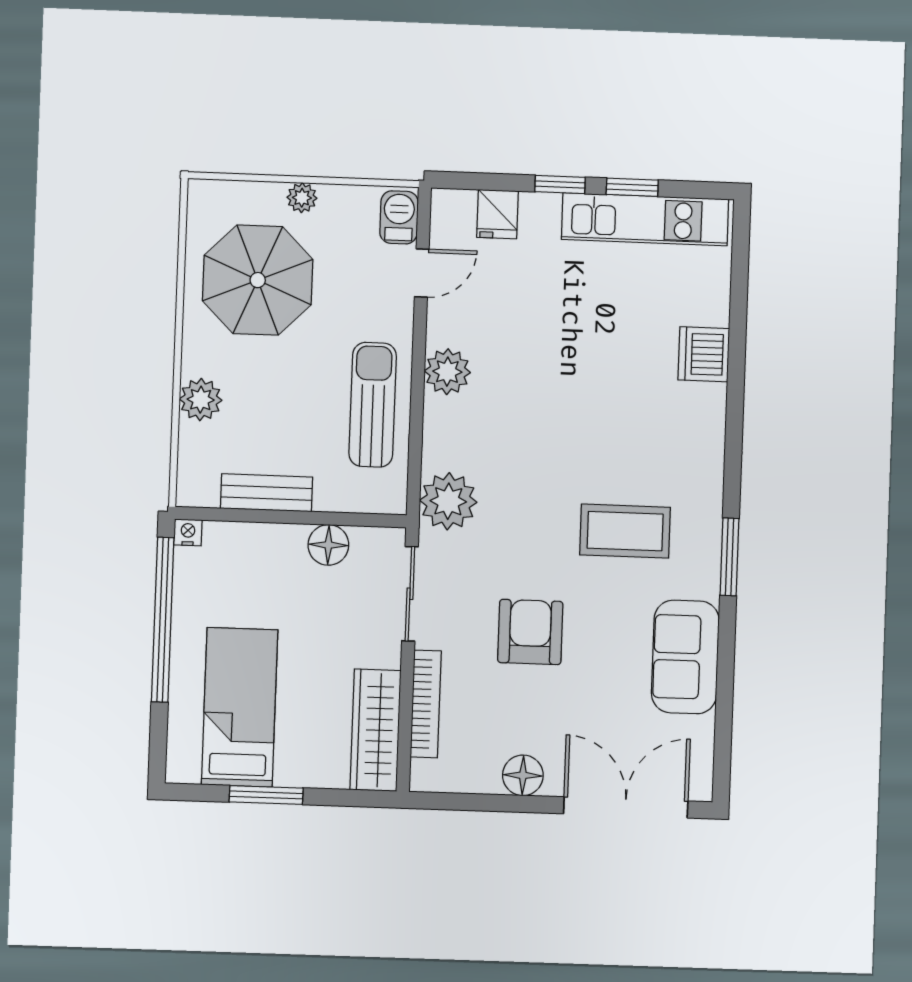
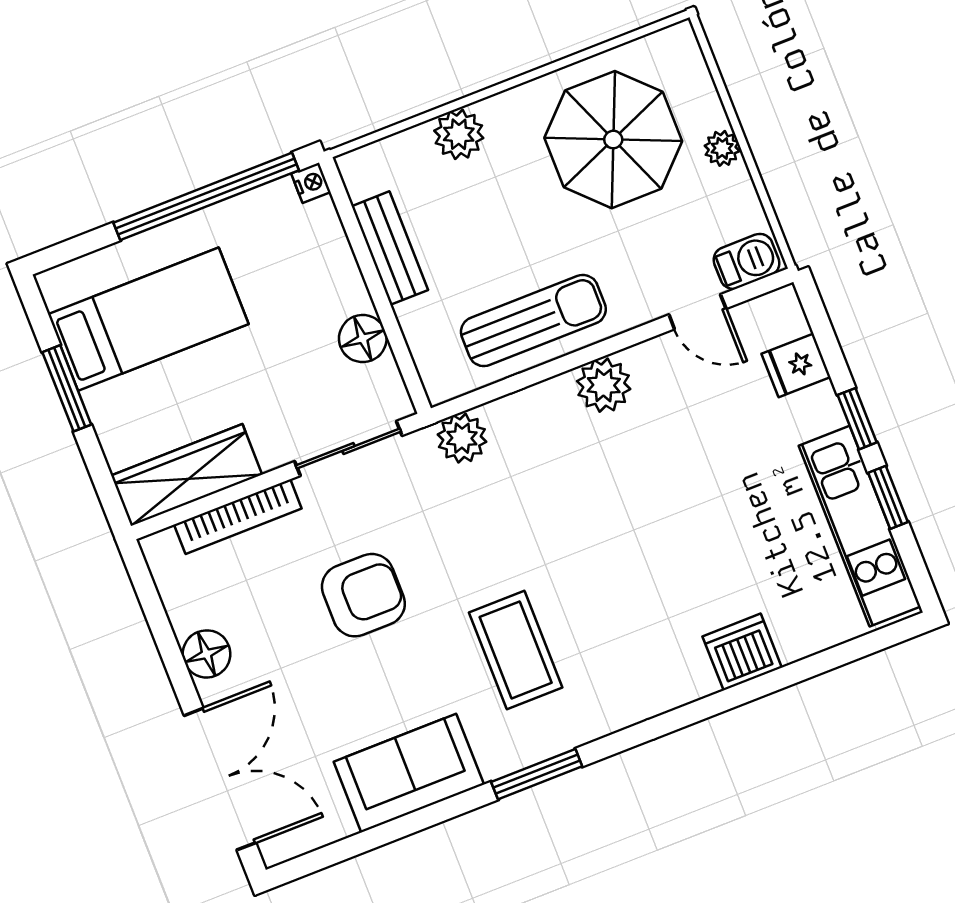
plant: (448, 501) -> (462, 438), width x0.73, depth x0.73

